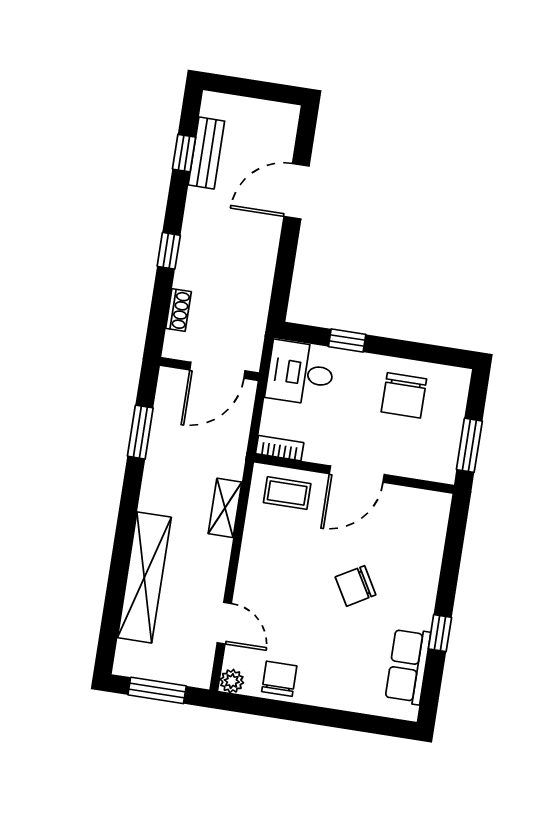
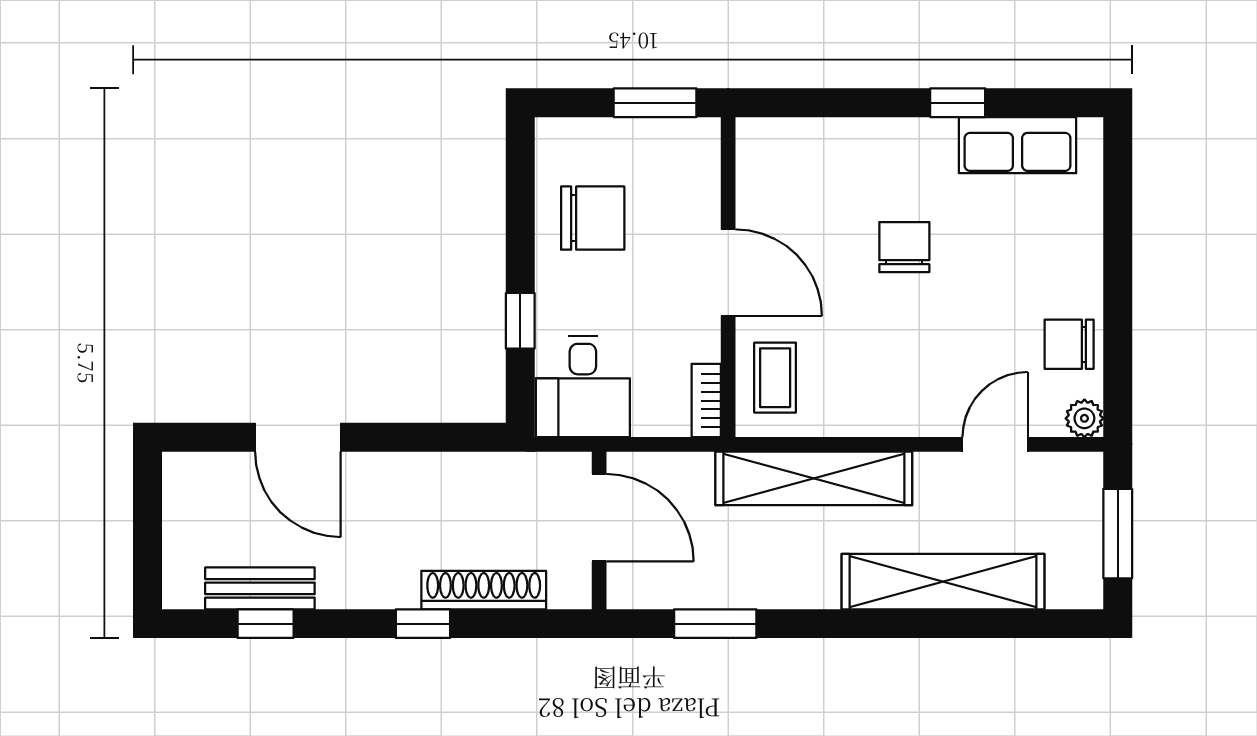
shoe rack: (178, 310) -> (484, 590), width x1.94, depth x1.24
shelving: (225, 508) -> (814, 478), width x2.20, depth x1.33
chair: (356, 586) -> (904, 247), turned -150

